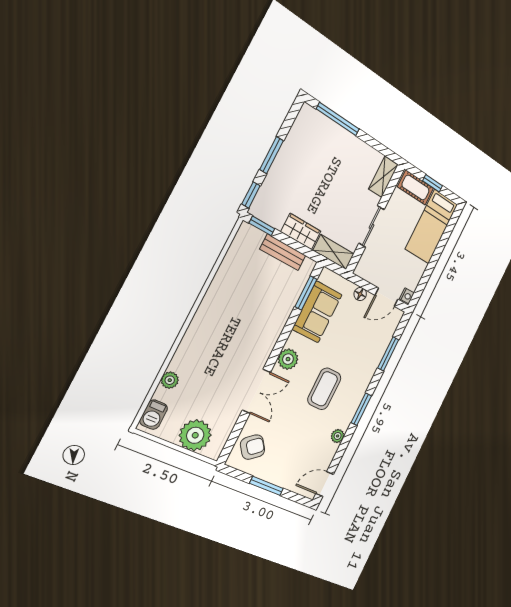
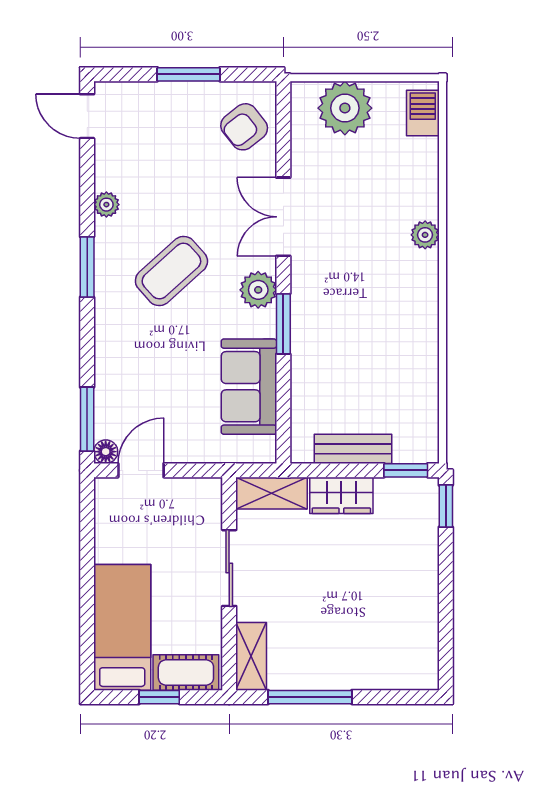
window: (338, 119) -> (310, 697), moved
window: (271, 155) -> (446, 582), removed
window: (306, 293) -> (283, 324), moved
floor lamp: (360, 294) -> (106, 452), moved
nightstand: (407, 296) -> (105, 491), removed
window: (388, 354) -> (87, 419), moved
plant: (170, 380) -> (425, 235), moved
coffee table: (324, 389) -> (171, 271), turned 48
door: (325, 484) -> (87, 116), swing flipped

